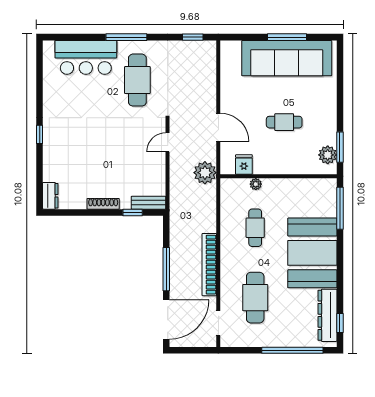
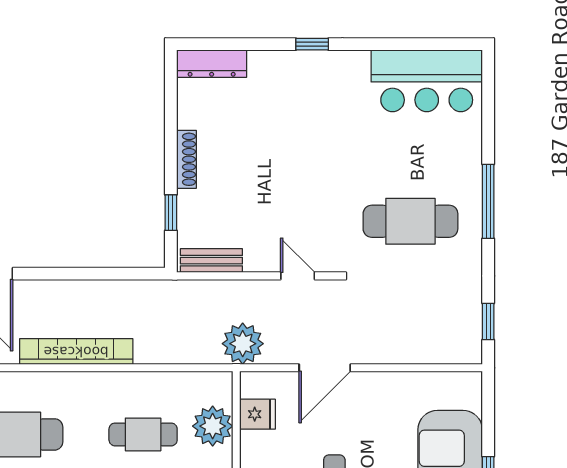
bar counter: (86, 57) -> (427, 81), moved, turned -90
plant: (256, 184) -> (213, 426), width x1.87, depth x1.87
dresser: (50, 196) -> (212, 64), width x1.44
bench: (149, 203) -> (211, 261), moved, turned 90
window: (166, 269) -> (68, 274), removed

